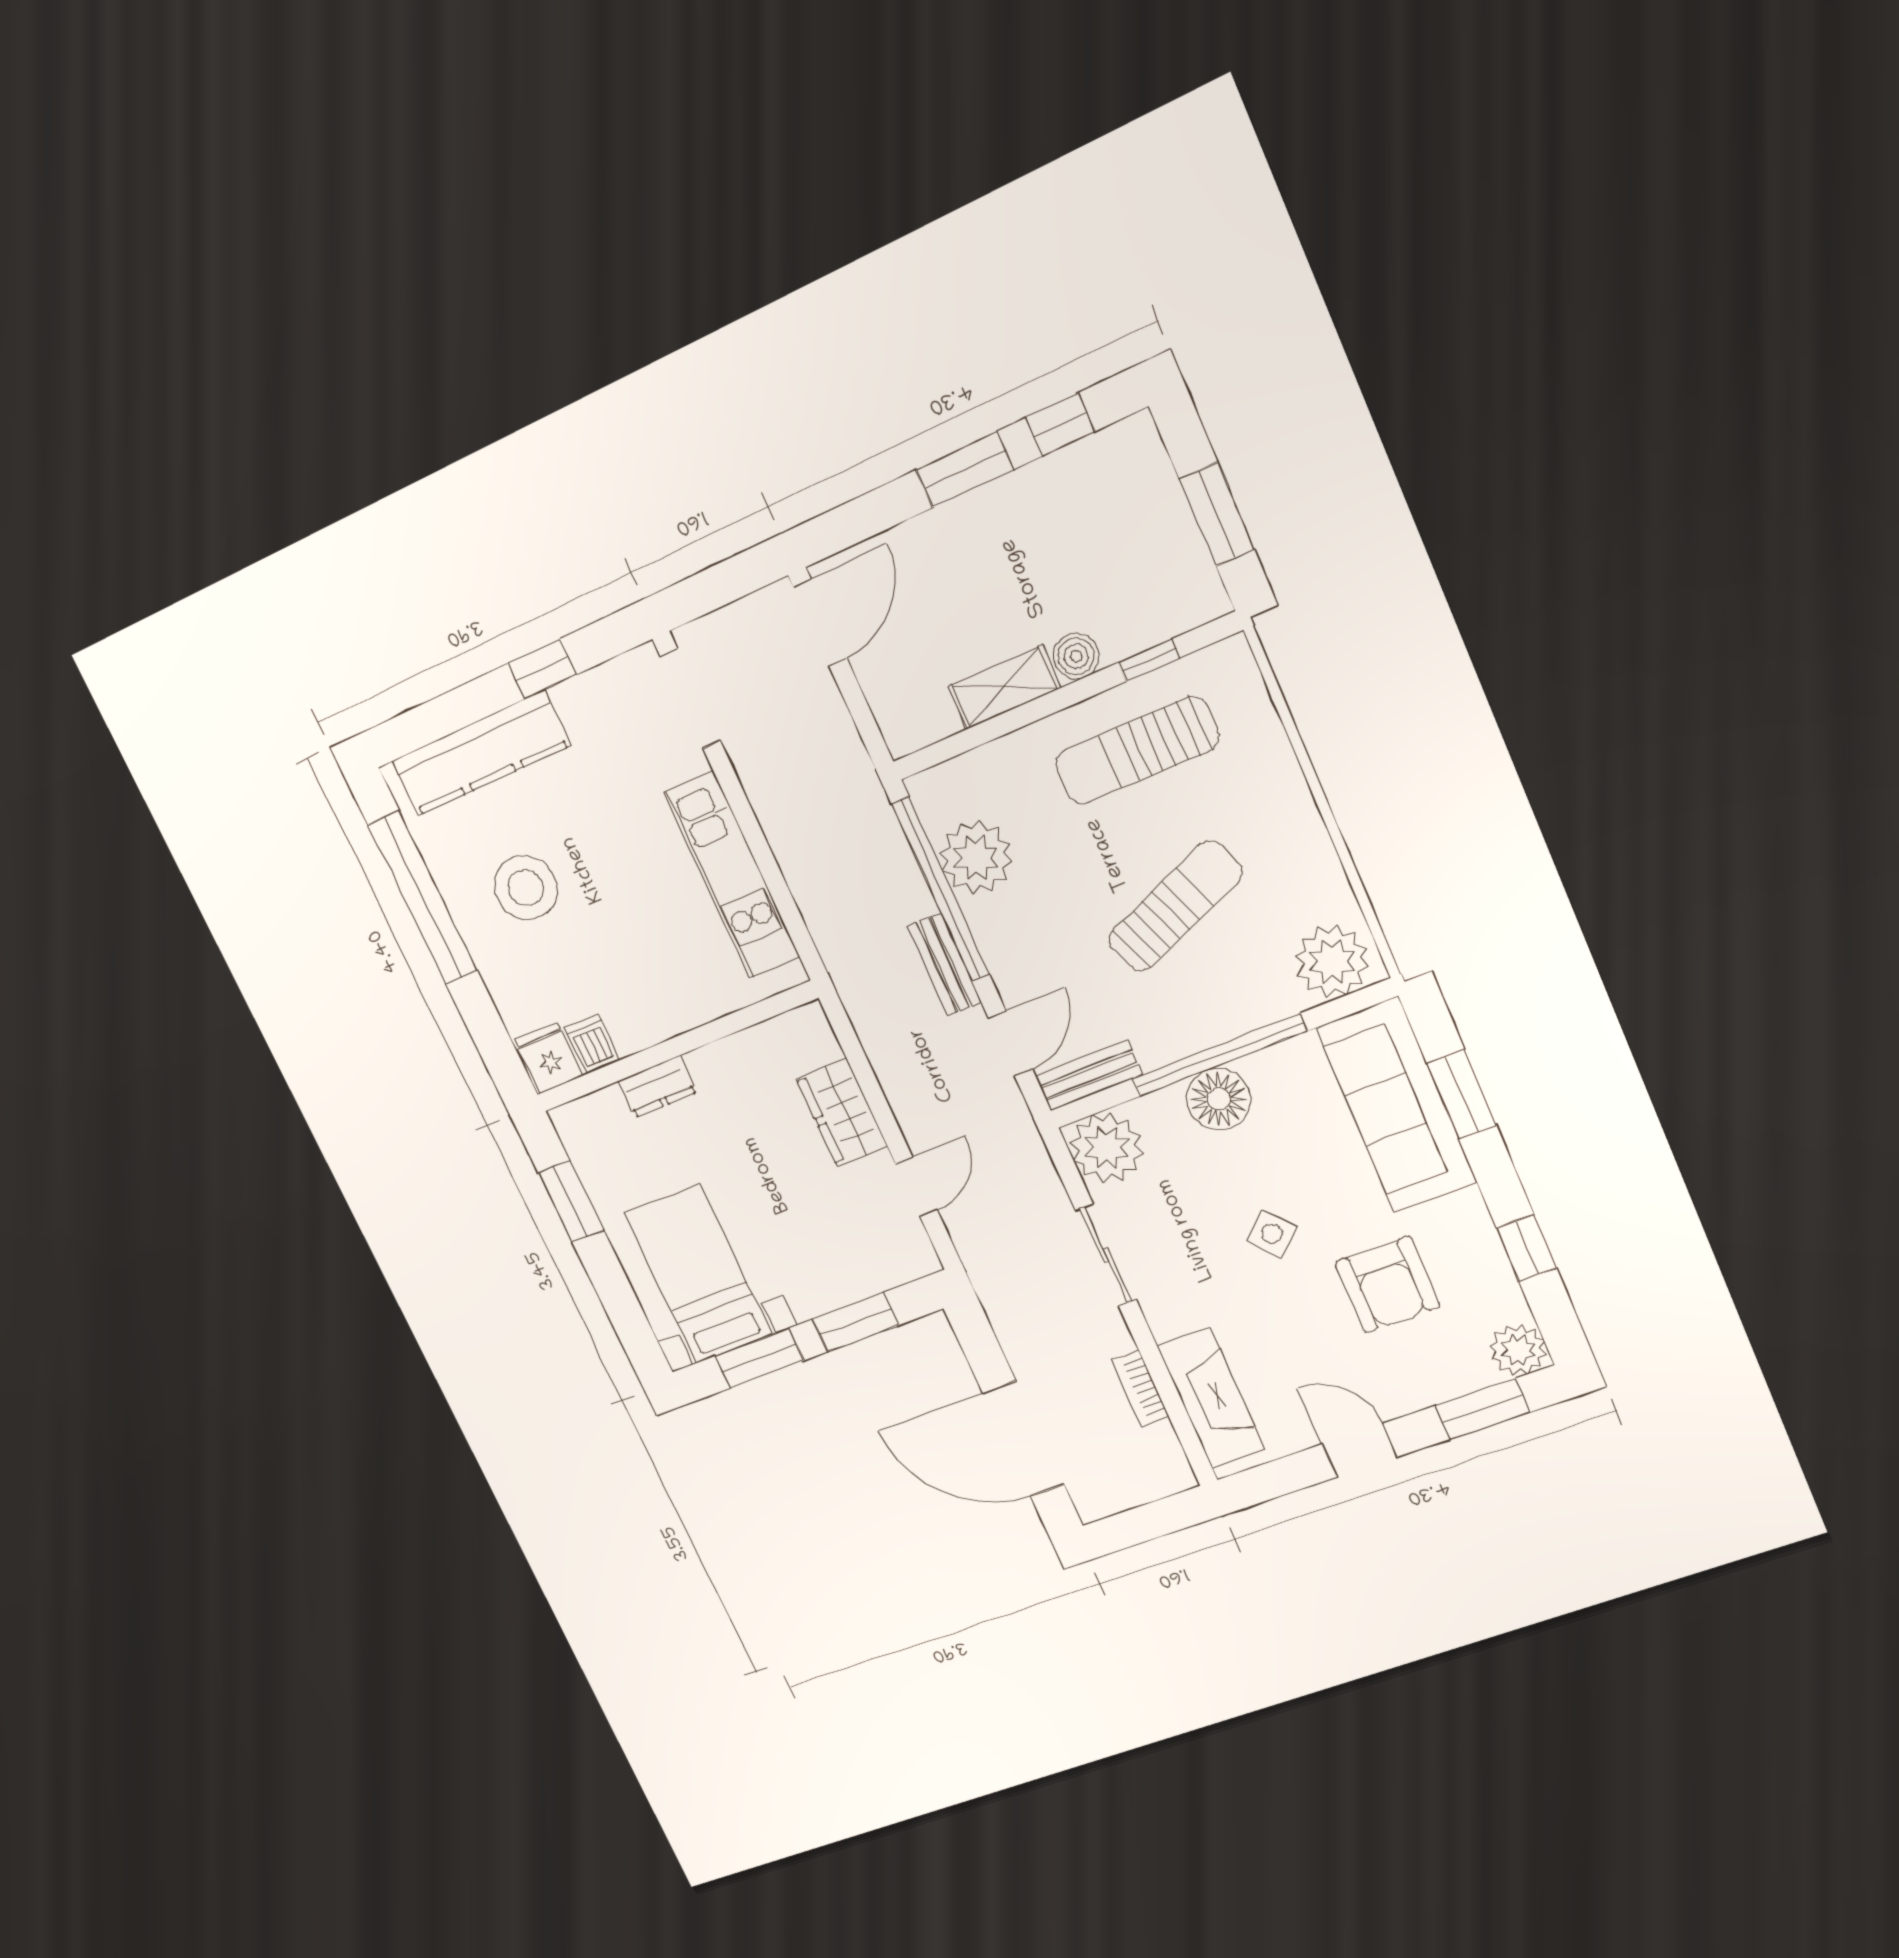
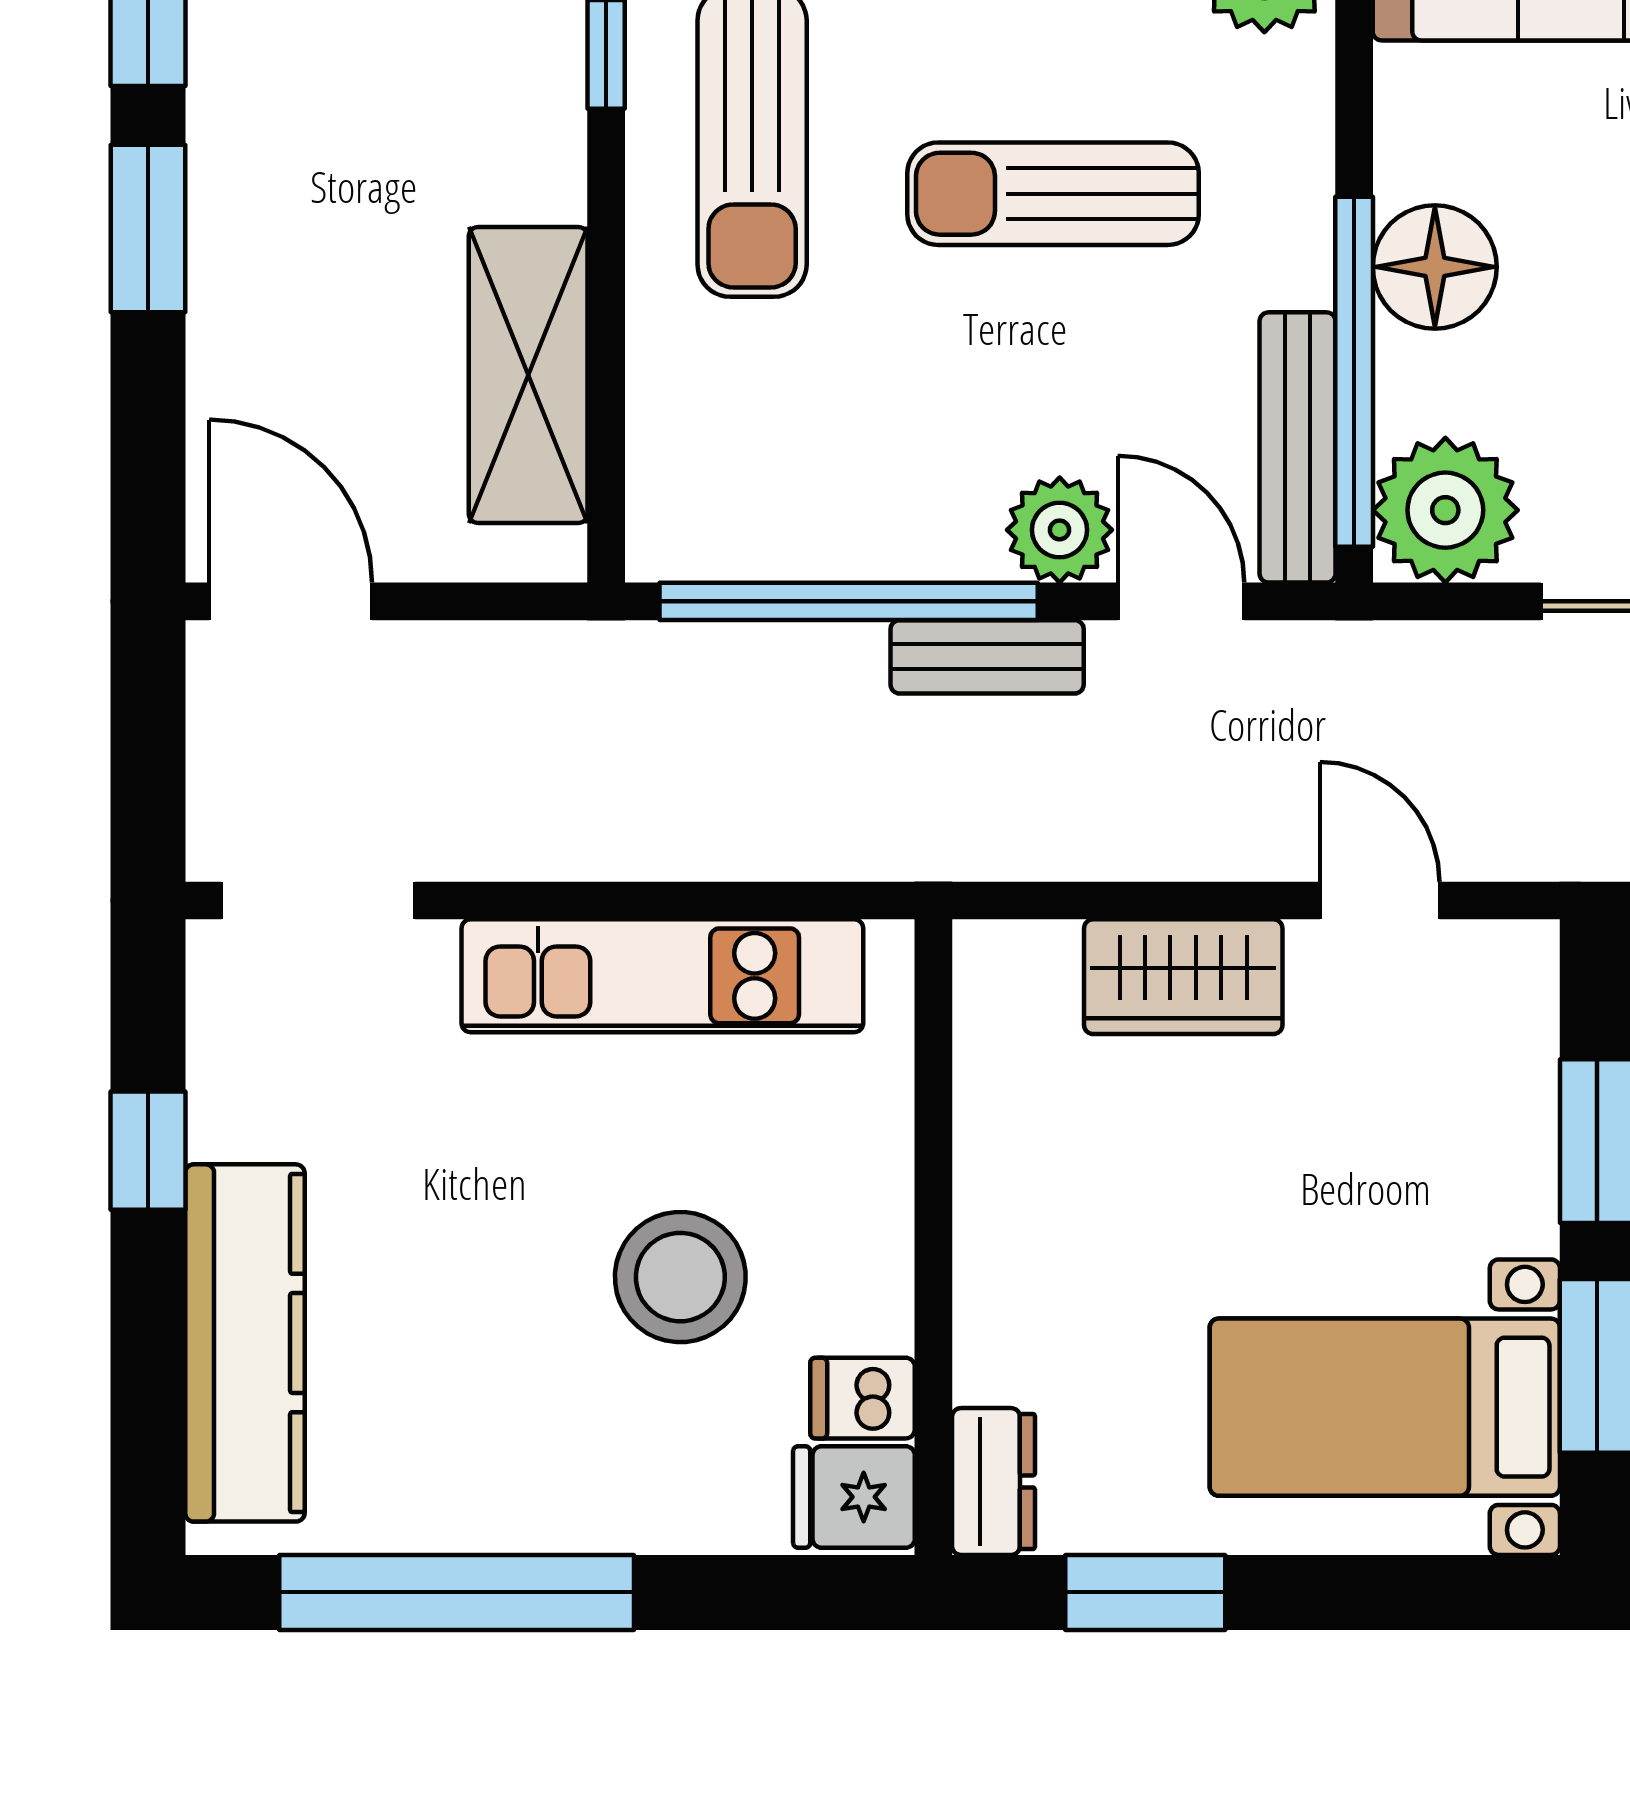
boiler: (1076, 656) -> (545, 177), removed
shelving: (1004, 687) -> (528, 375), width x1.50, depth x1.33
plant: (976, 857) -> (1060, 530), moved, width x0.73, depth x0.73
stool: (526, 888) -> (680, 1277), moved
sun lounger: (1175, 906) -> (1053, 194), turned -68
window: (1219, 1055) -> (1354, 372), moved
bench: (1089, 1075) -> (1298, 447), width x1.36
dresser: (657, 1087) -> (993, 1481), moved

